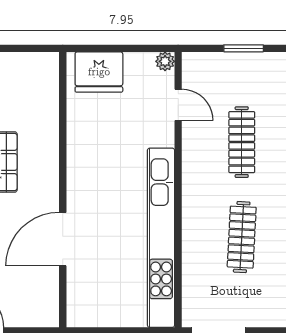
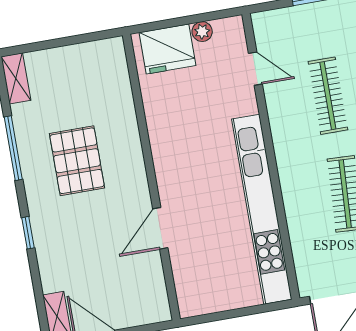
plant: (165, 61) -> (202, 32), moved
door: (63, 239) -> (160, 228), width x0.73

